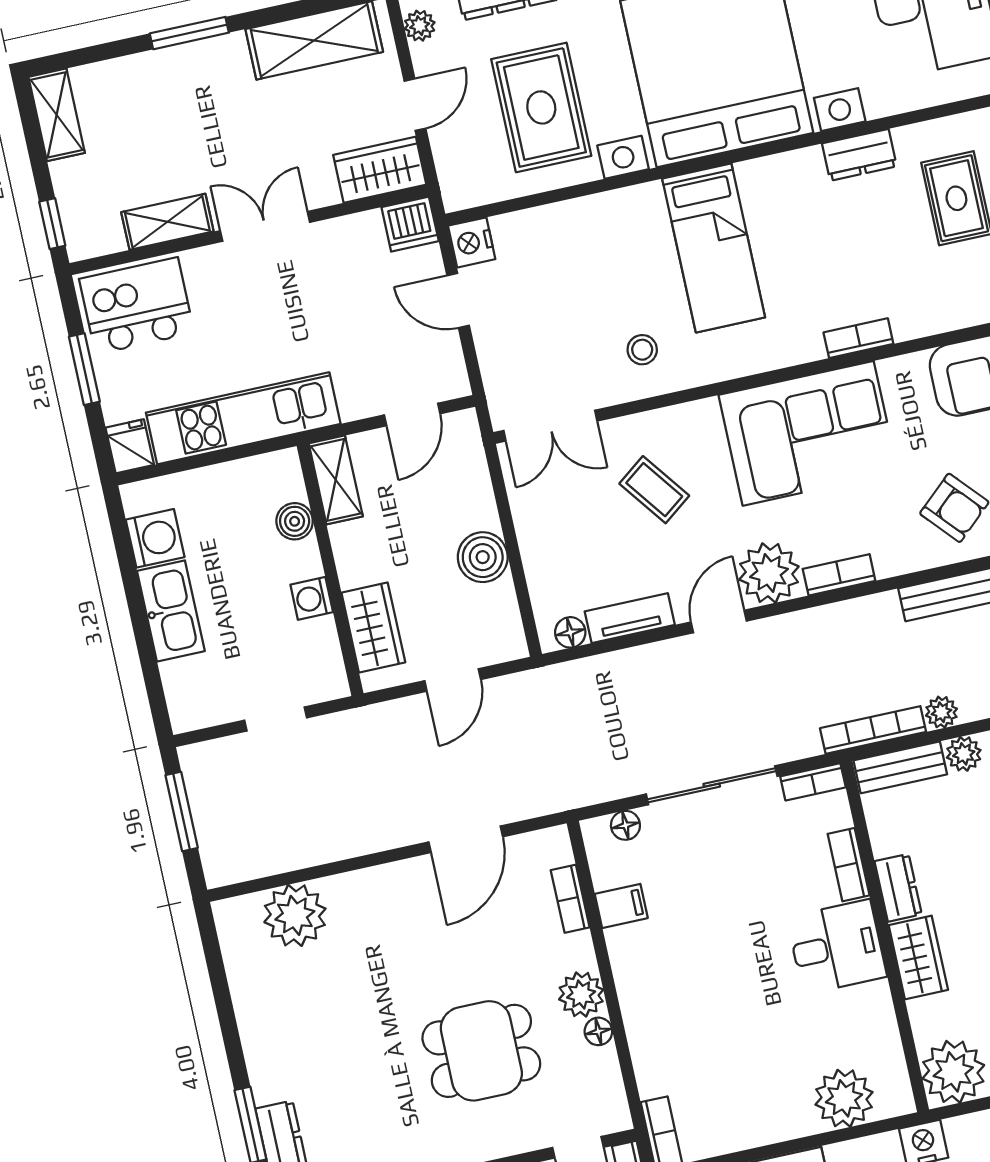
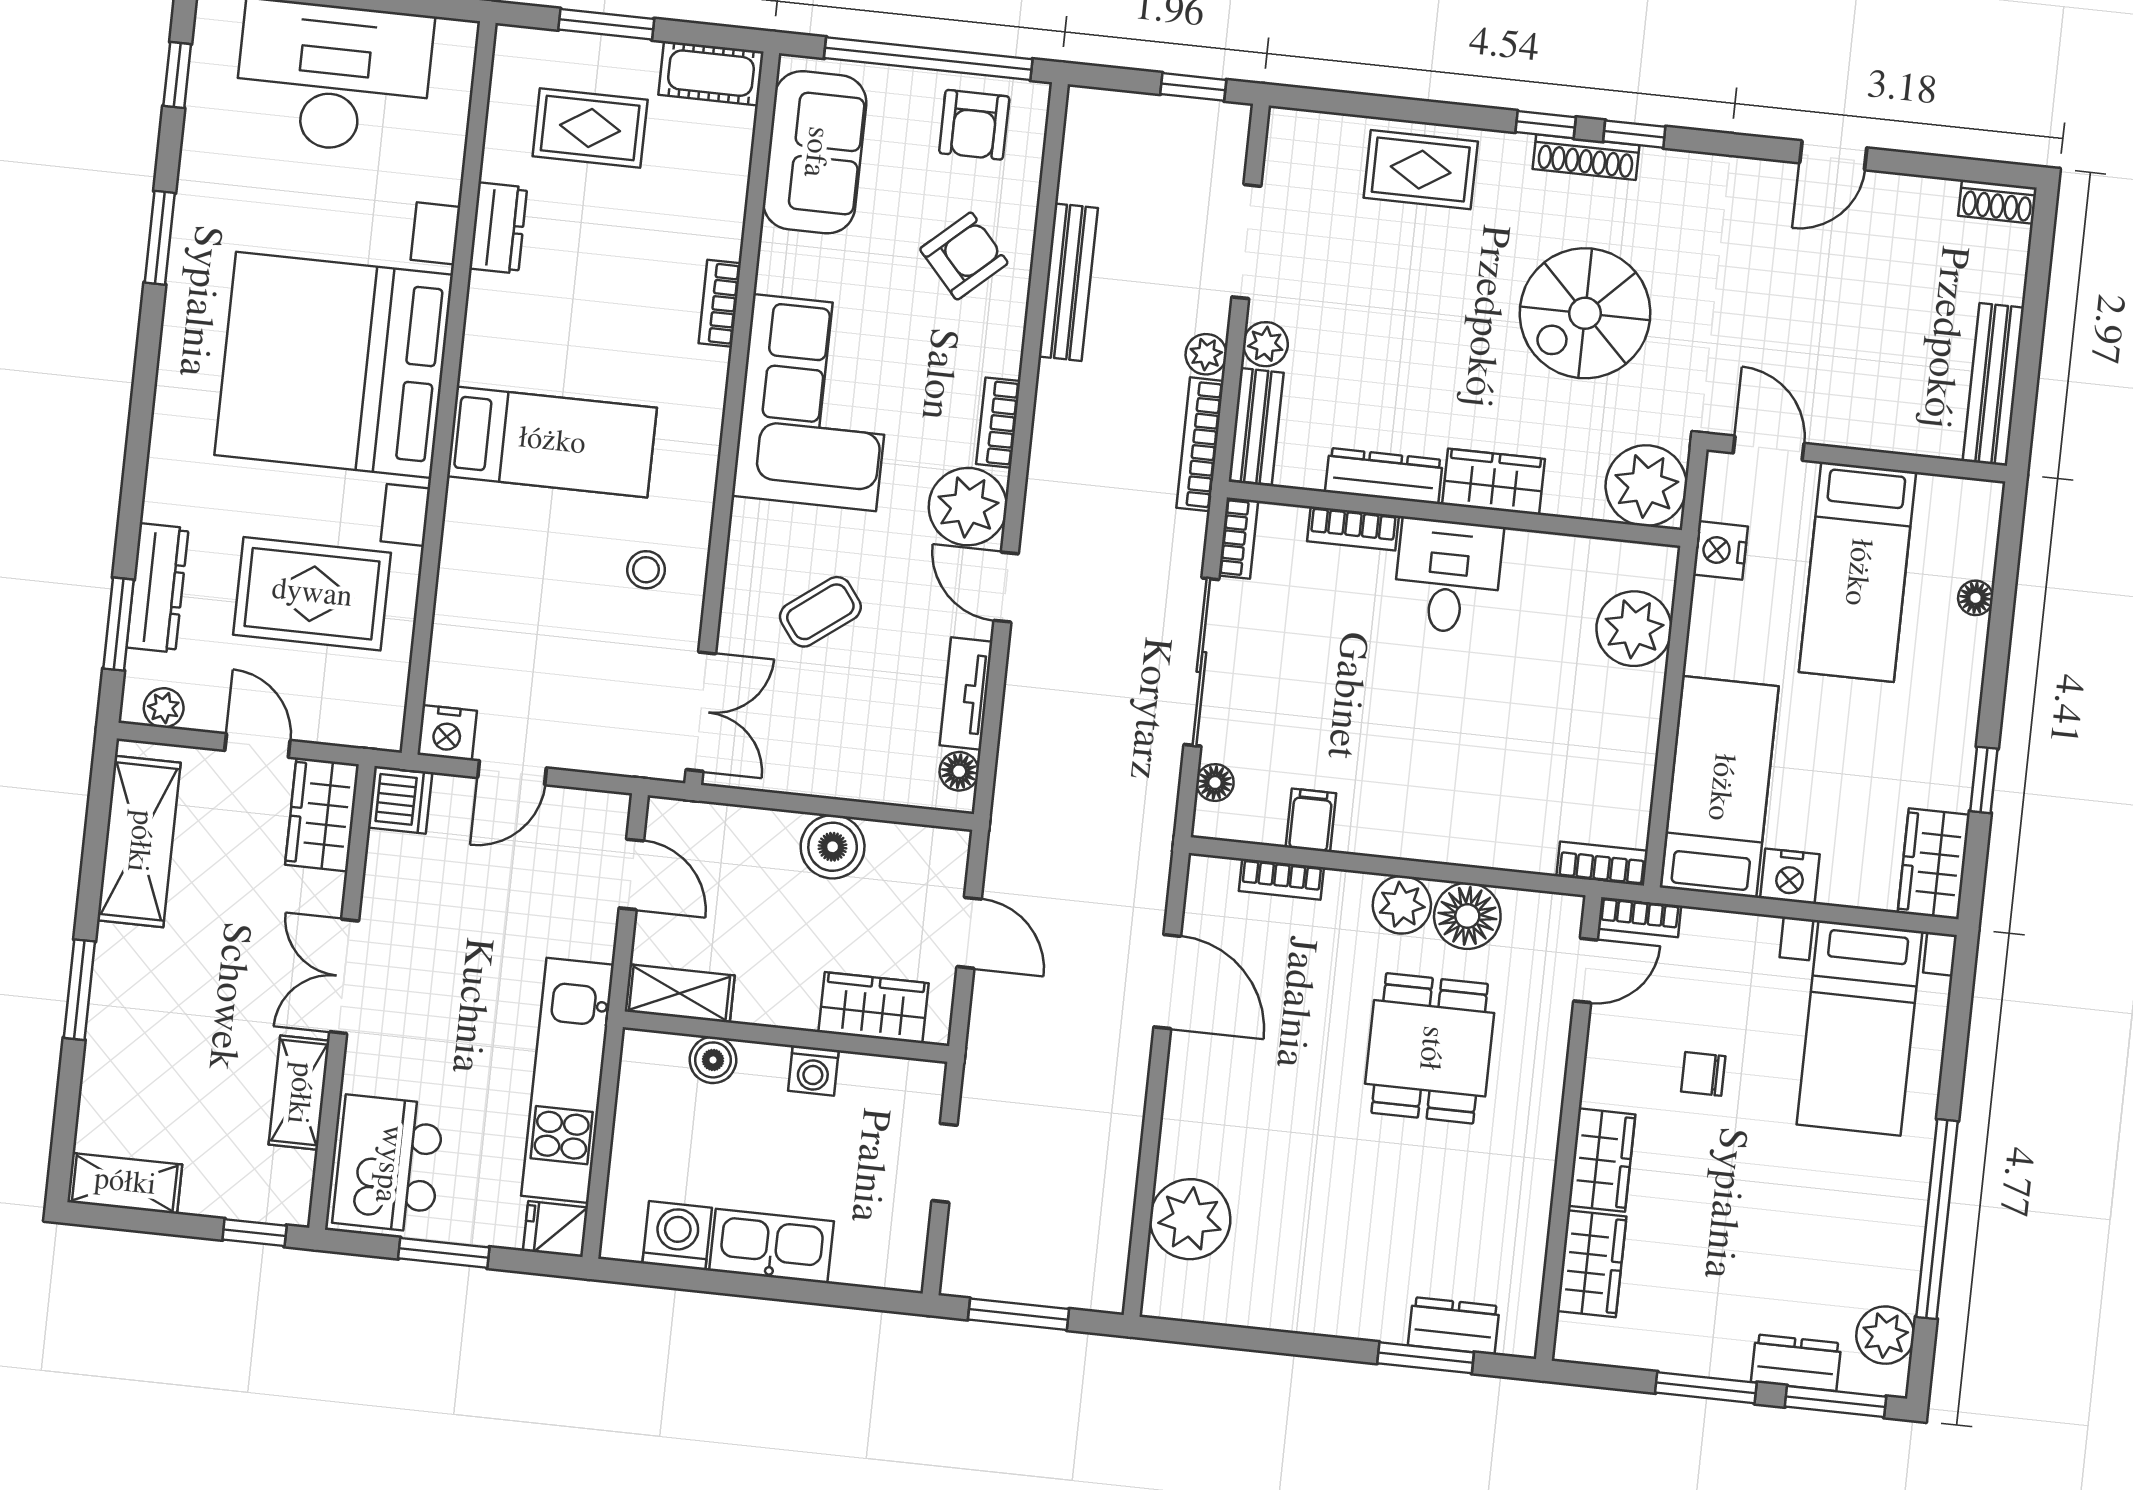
dresser: (898, 888) -> (1384, 476), width x1.44
floor lamp: (598, 1031) -> (1467, 916), width x1.89, depth x1.89

